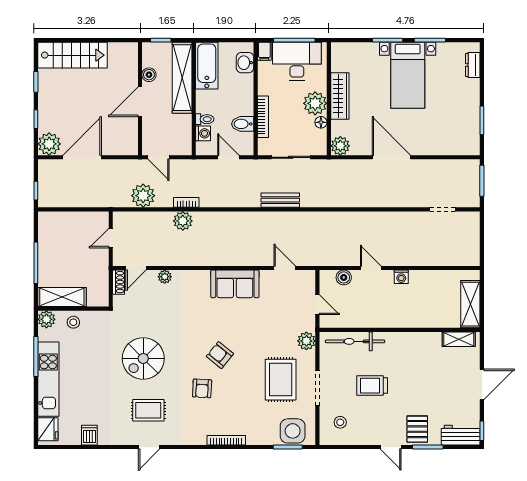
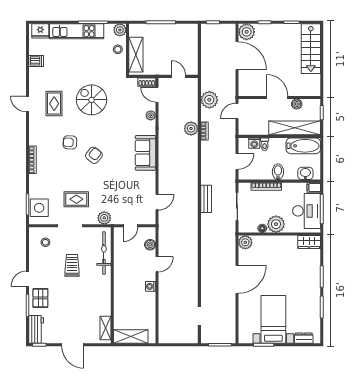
bed with nightstands: (408, 75) -> (273, 319), moved, turned 90
wardrobe: (340, 96) -> (309, 242), moved, width x0.67
bidet: (243, 124) -> (278, 172), moved
sofa: (235, 284) -> (145, 153), moved
shelving: (62, 297) -> (136, 55), moved
rug: (281, 380) -> (76, 199), width x0.73, depth x0.70
pallet: (417, 429) -> (40, 298), turned 90

